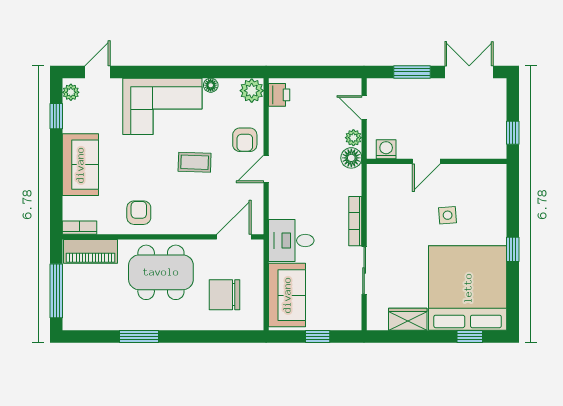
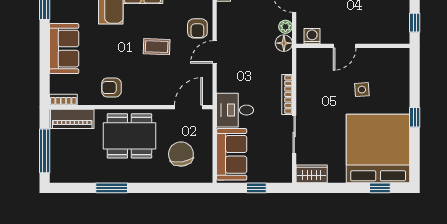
armchair: (139, 213) -> (111, 88), turned -90
chair: (225, 295) -> (181, 154), turned 82
wardrobe: (408, 319) -> (312, 174), moved

